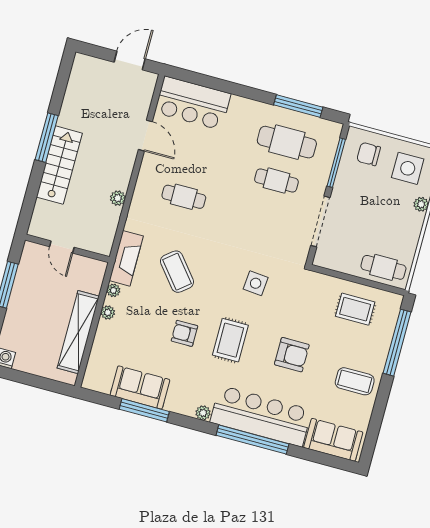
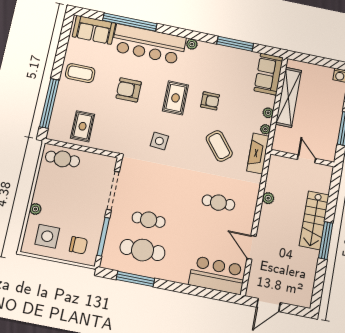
rug: (355, 309) -> (83, 126), turned 90
sofa: (140, 387) -> (269, 74), moved, turned 90
window: (253, 440) -> (130, 22), moved

